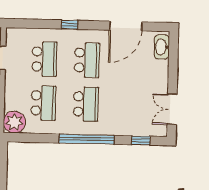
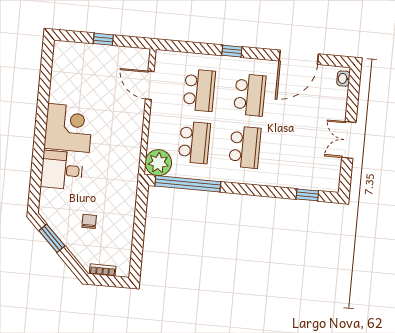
washbasin: (162, 47) -> (343, 79), width x0.52, depth x0.69
double door: (172, 109) -> (349, 140), moved
window: (87, 139) -> (188, 184), moved

